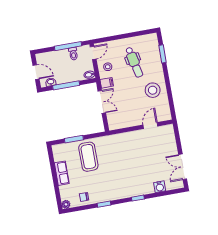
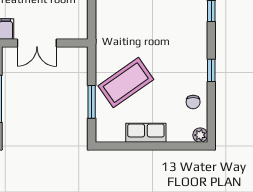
double door: (102, 102) -> (37, 43), swing flipped
coffee table: (88, 157) -> (126, 83), turned -35

